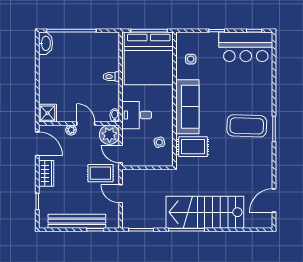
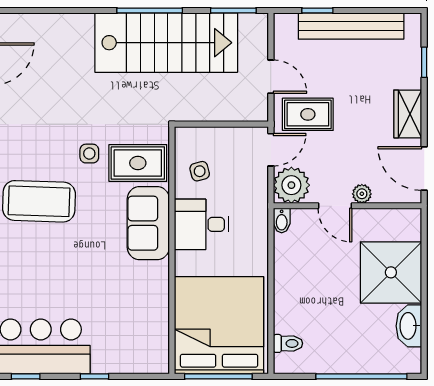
washbasin: (45, 43) -> (409, 326), moved
side table: (191, 59) -> (89, 154), moved
toilet: (111, 77) -> (288, 343), moved
sofa: (187, 107) -> (148, 223), width x0.73
shower: (47, 113) -> (391, 272), moved, width x1.86, depth x1.86
desk: (137, 115) -> (202, 224), moved, turned 180
door: (121, 154) -> (271, 150), hinge flipped
stairs: (205, 212) -> (166, 43), moved

